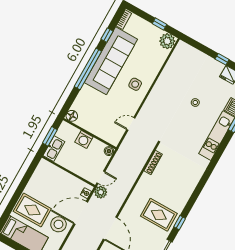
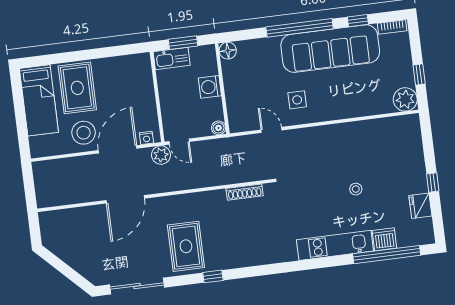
side table: (135, 84) -> (297, 100), moved
door: (81, 213) -> (118, 149), hinge flipped
window: (180, 223) -> (213, 276), moved

